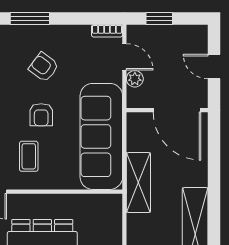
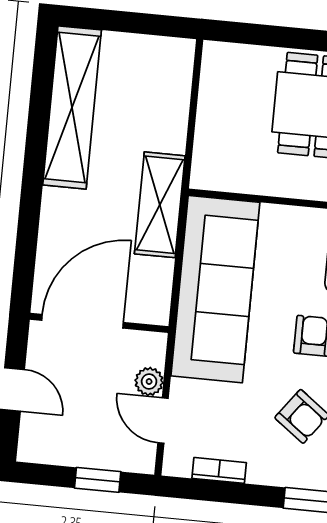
bookcase: (107, 31) -> (219, 470), moved
door: (177, 110) -> (83, 321), hinge flipped

